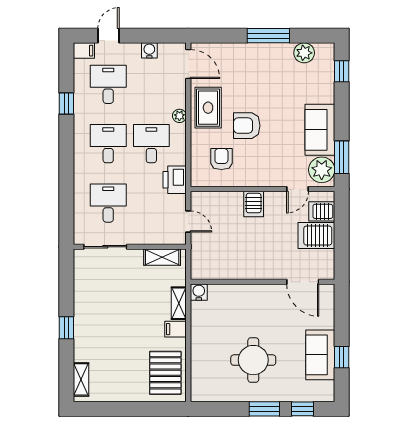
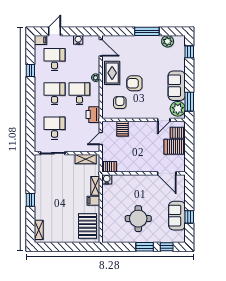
server rack: (254, 204) -> (122, 129), moved
door: (188, 221) -> (101, 139), swing flipped
server rack: (203, 270) -> (109, 167), added

